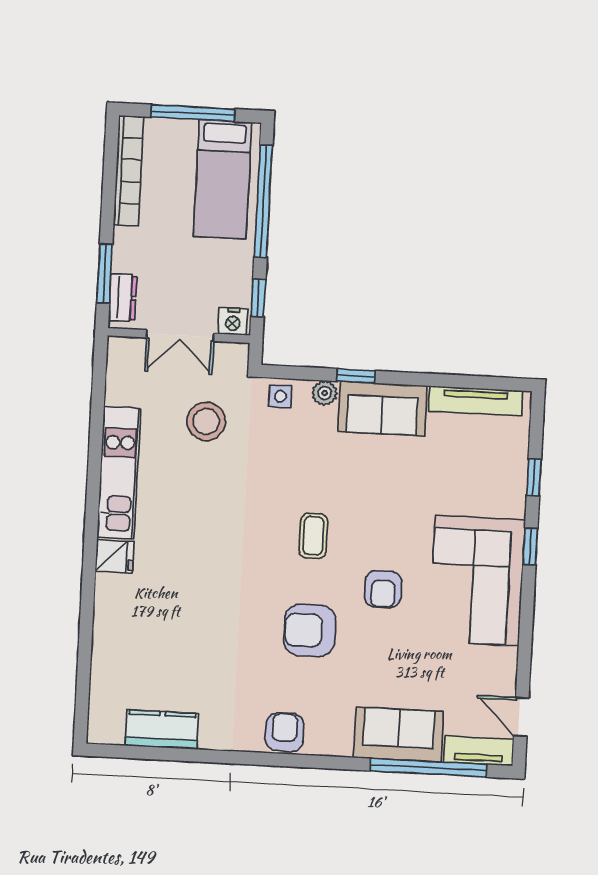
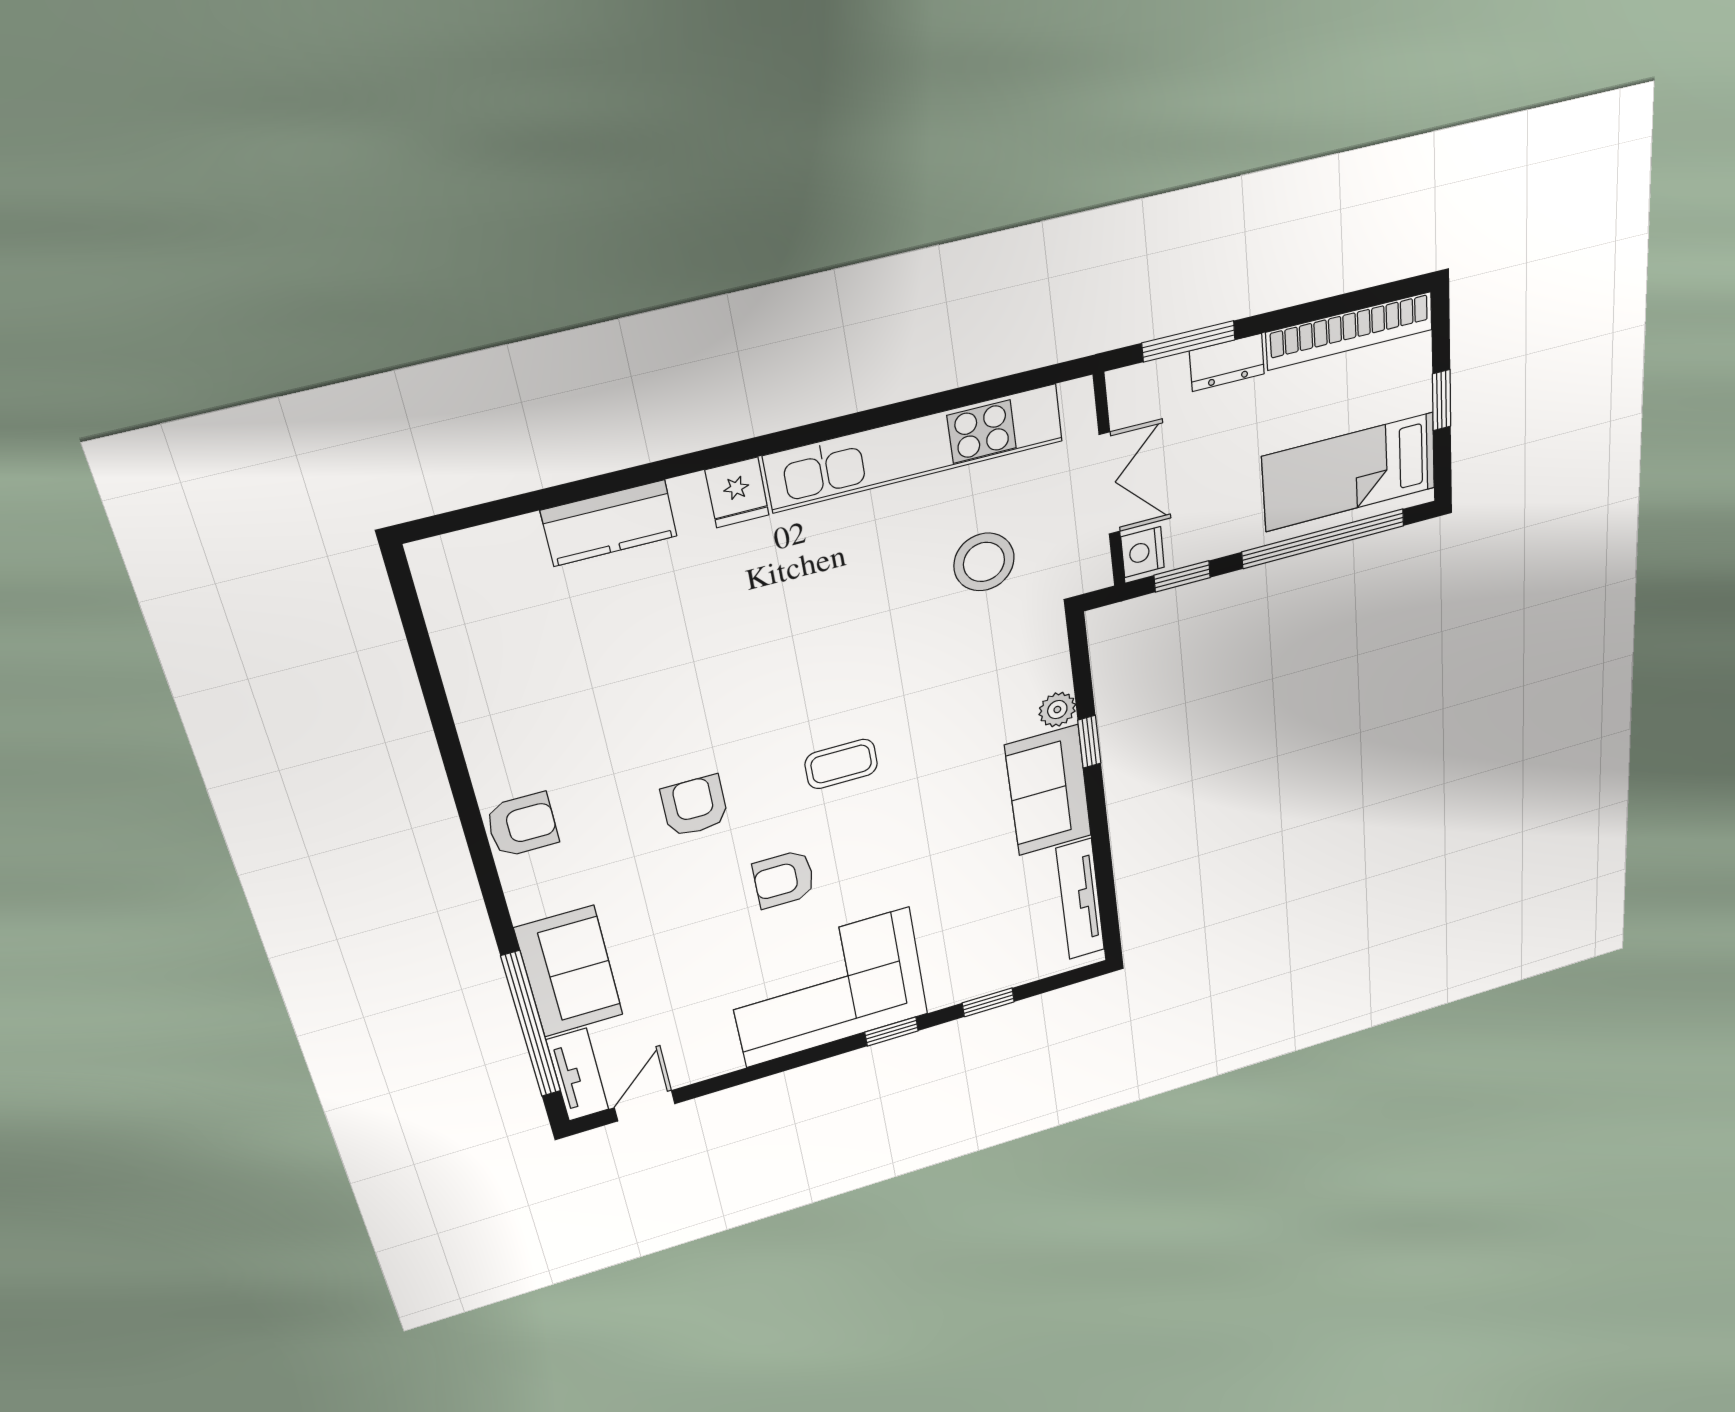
window: (193, 113) -> (1442, 400), width x0.46
dresser: (123, 298) -> (1227, 362), moved
double door: (180, 335) -> (1110, 484), swing flipped
side table: (280, 396) -> (1042, 652), removed
kitchen unit: (119, 473) -> (915, 448), width x1.36
armchair: (310, 630) -> (695, 806), width x0.72, depth x0.72
kitchen counter: (162, 729) -> (609, 523), moved, turned 90

